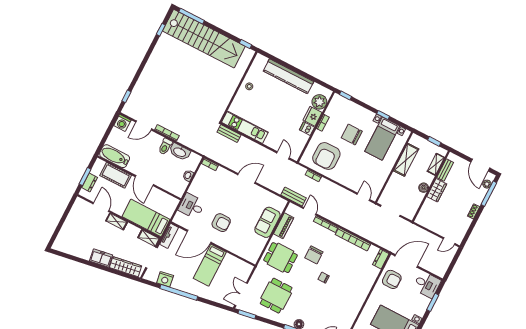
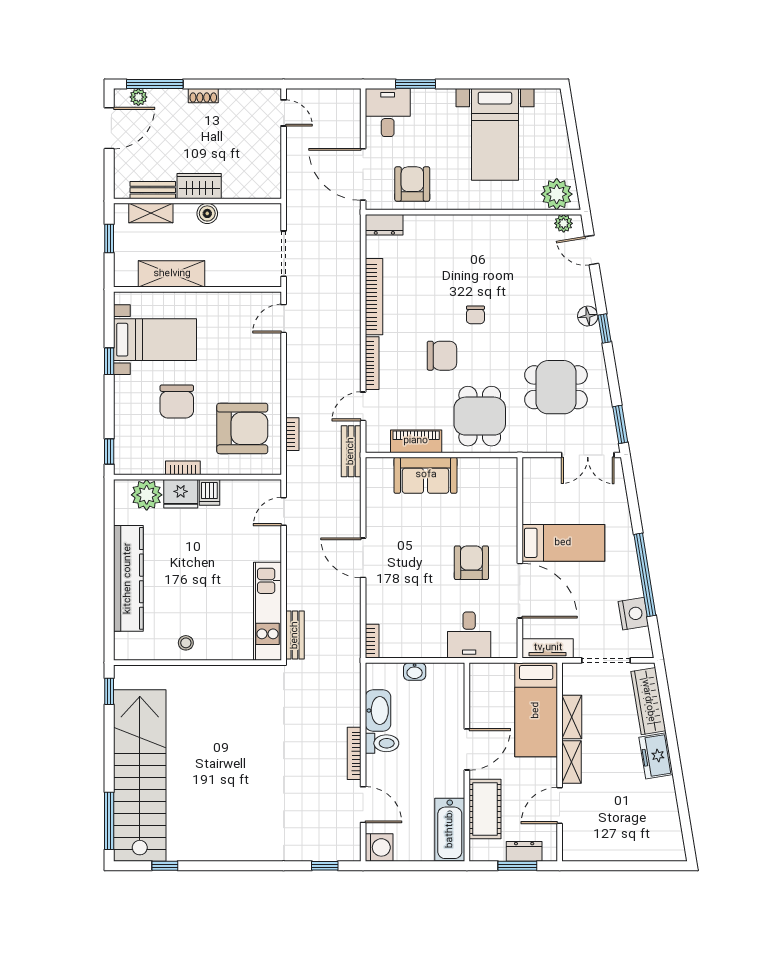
shelving: (149, 238) -> (572, 717), moved

